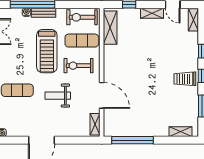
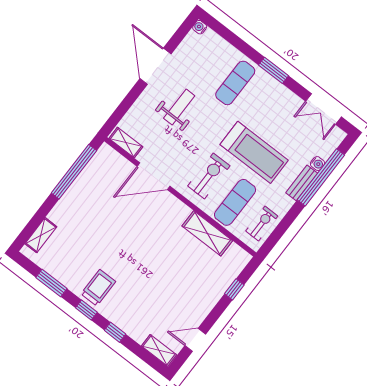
shelving: (152, 13) -> (204, 308), removed
exercise bike: (82, 17) -> (262, 223), width x0.73, depth x0.72
shelving: (110, 28) -> (207, 233), moved
treadmill: (47, 51) -> (254, 152), turned 180
weight bench: (58, 96) -> (179, 107), moved

